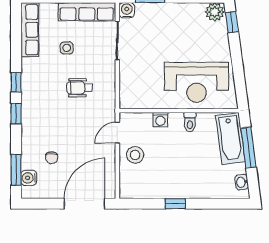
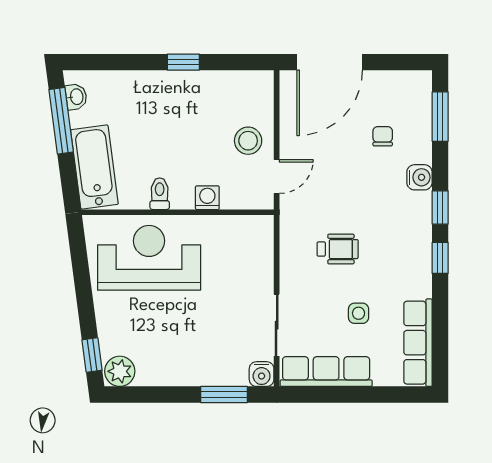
window: (248, 148) -> (61, 121), moved
water cooler: (29, 178) -> (419, 177), moved

